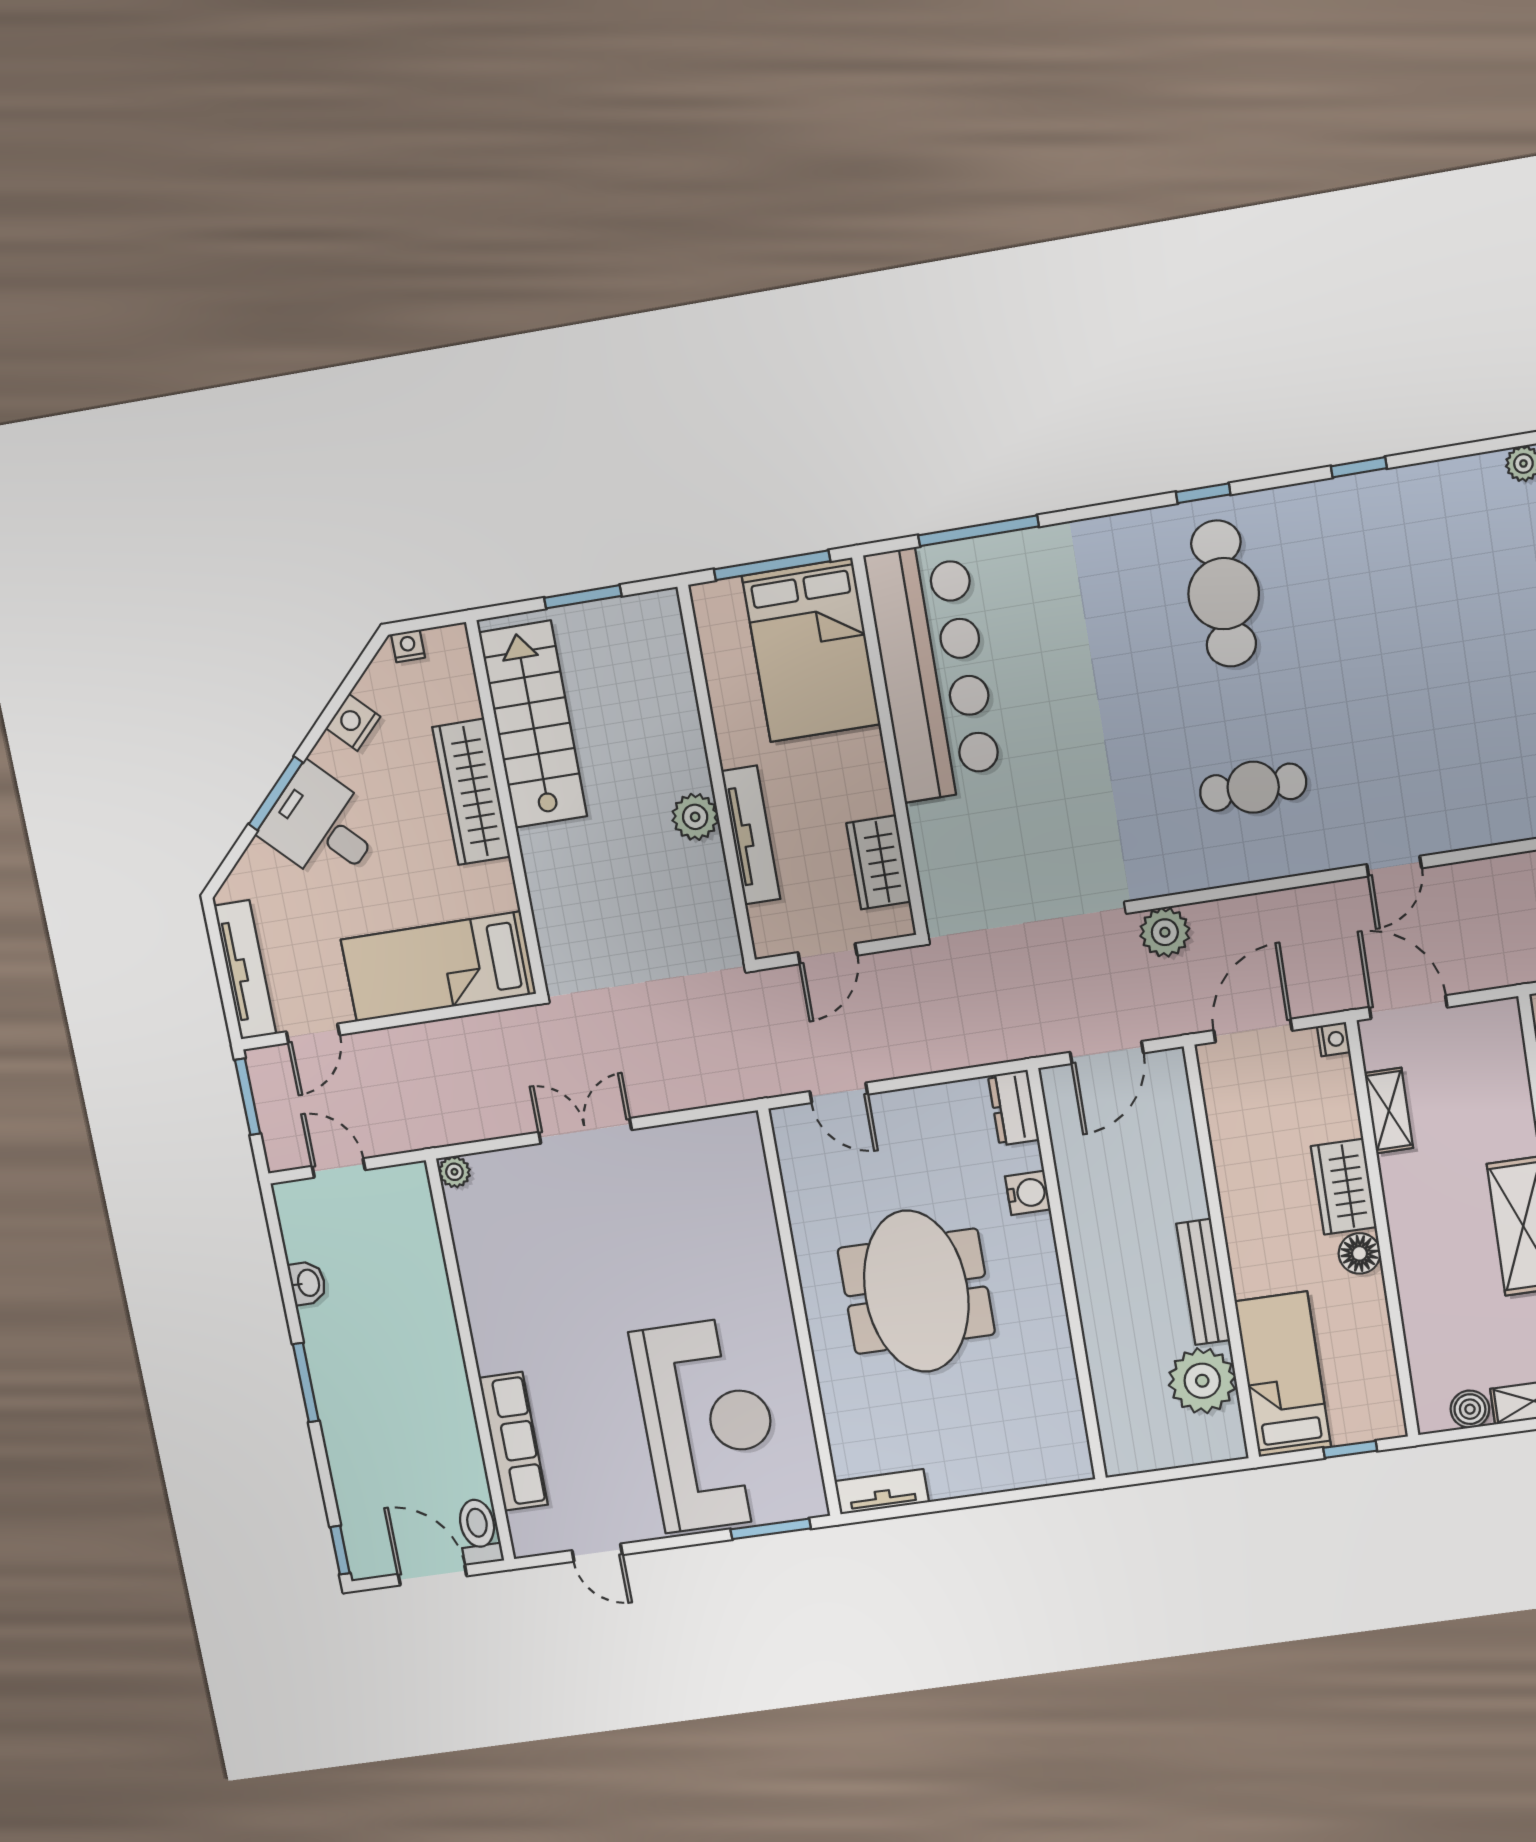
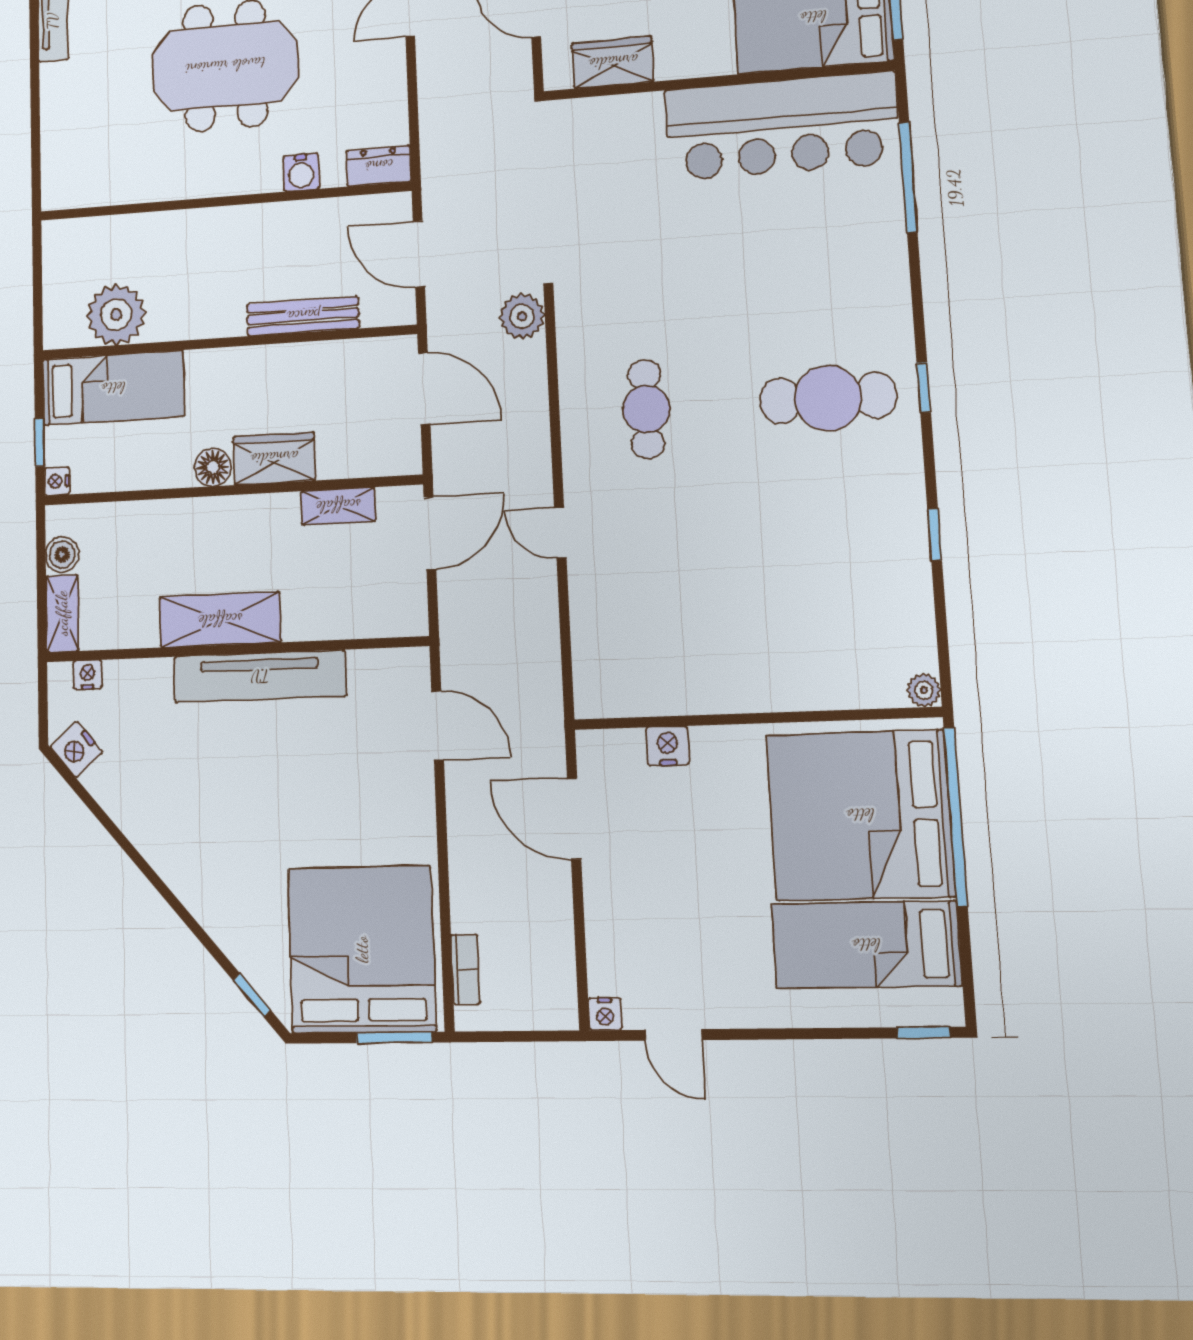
nightstand: (1334, 1039) -> (57, 481), moved, turned 90
bench: (1203, 1282) -> (303, 316), moved

